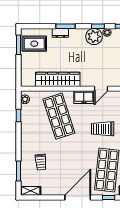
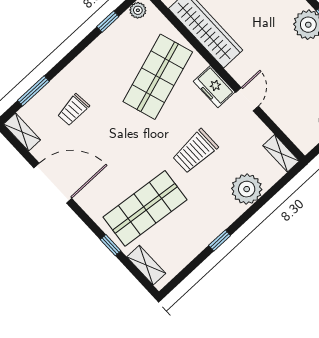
door: (101, 89) -> (247, 99), swing flipped
trolley: (103, 129) -> (195, 151), turned -90
door: (78, 197) -> (53, 183), moved

